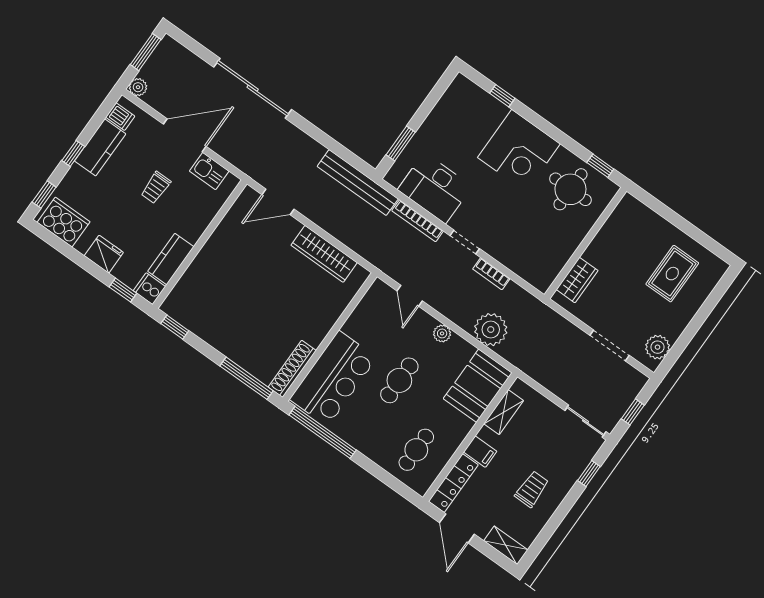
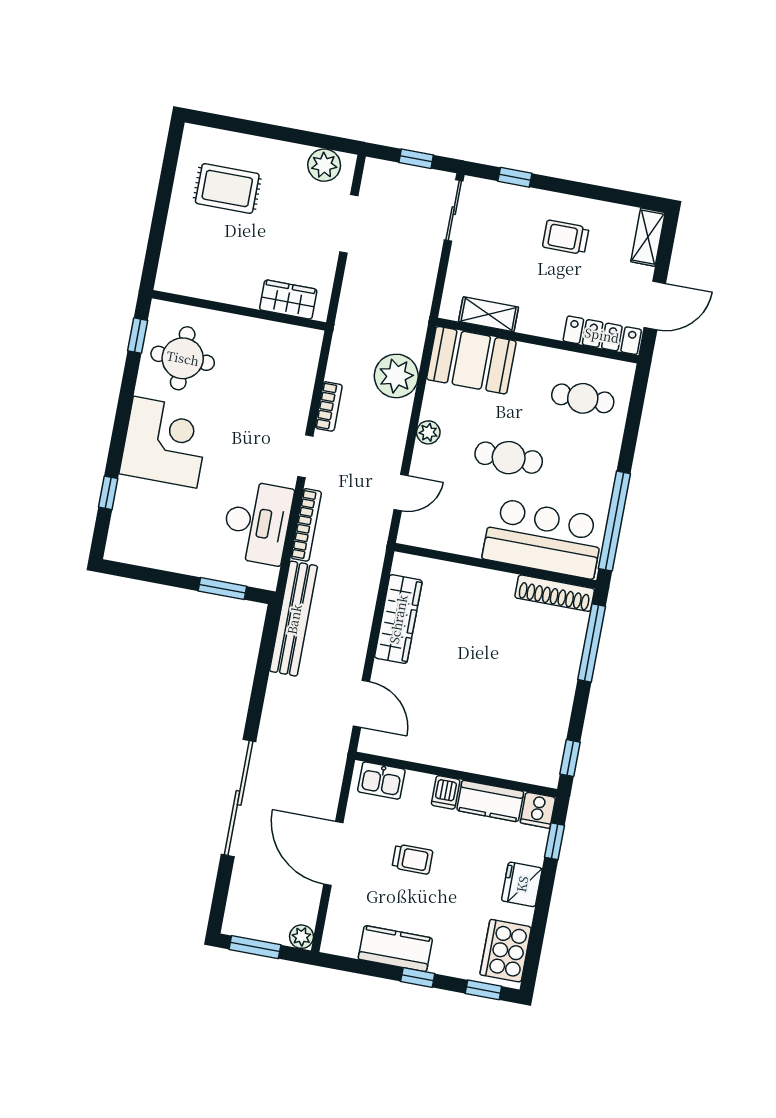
dishwasher: (120, 117) -> (446, 792), moved, turned 180
kitchen sink: (209, 171) -> (381, 781), moved, turned 90
filing cabinet: (480, 452) -> (549, 320), removed

